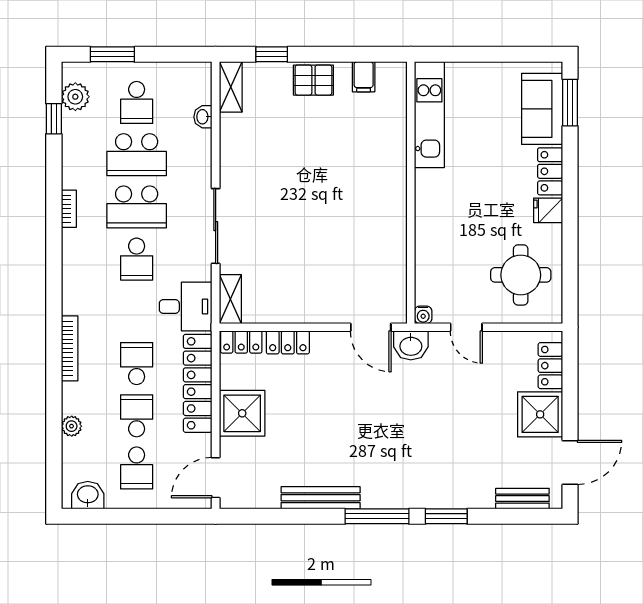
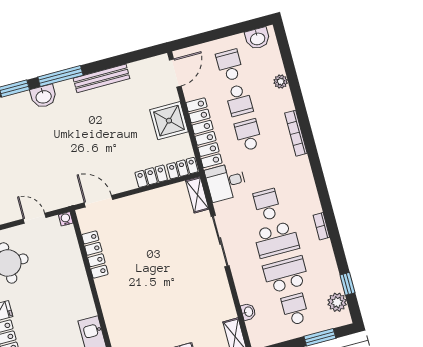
school desk: (137, 207) -> (276, 240), turned 180
locker: (396, 254) -> (95, 255), added
washbasin: (411, 345) -> (43, 96), moved, turned 180
school desk: (137, 364) -> (248, 135), turned 180

